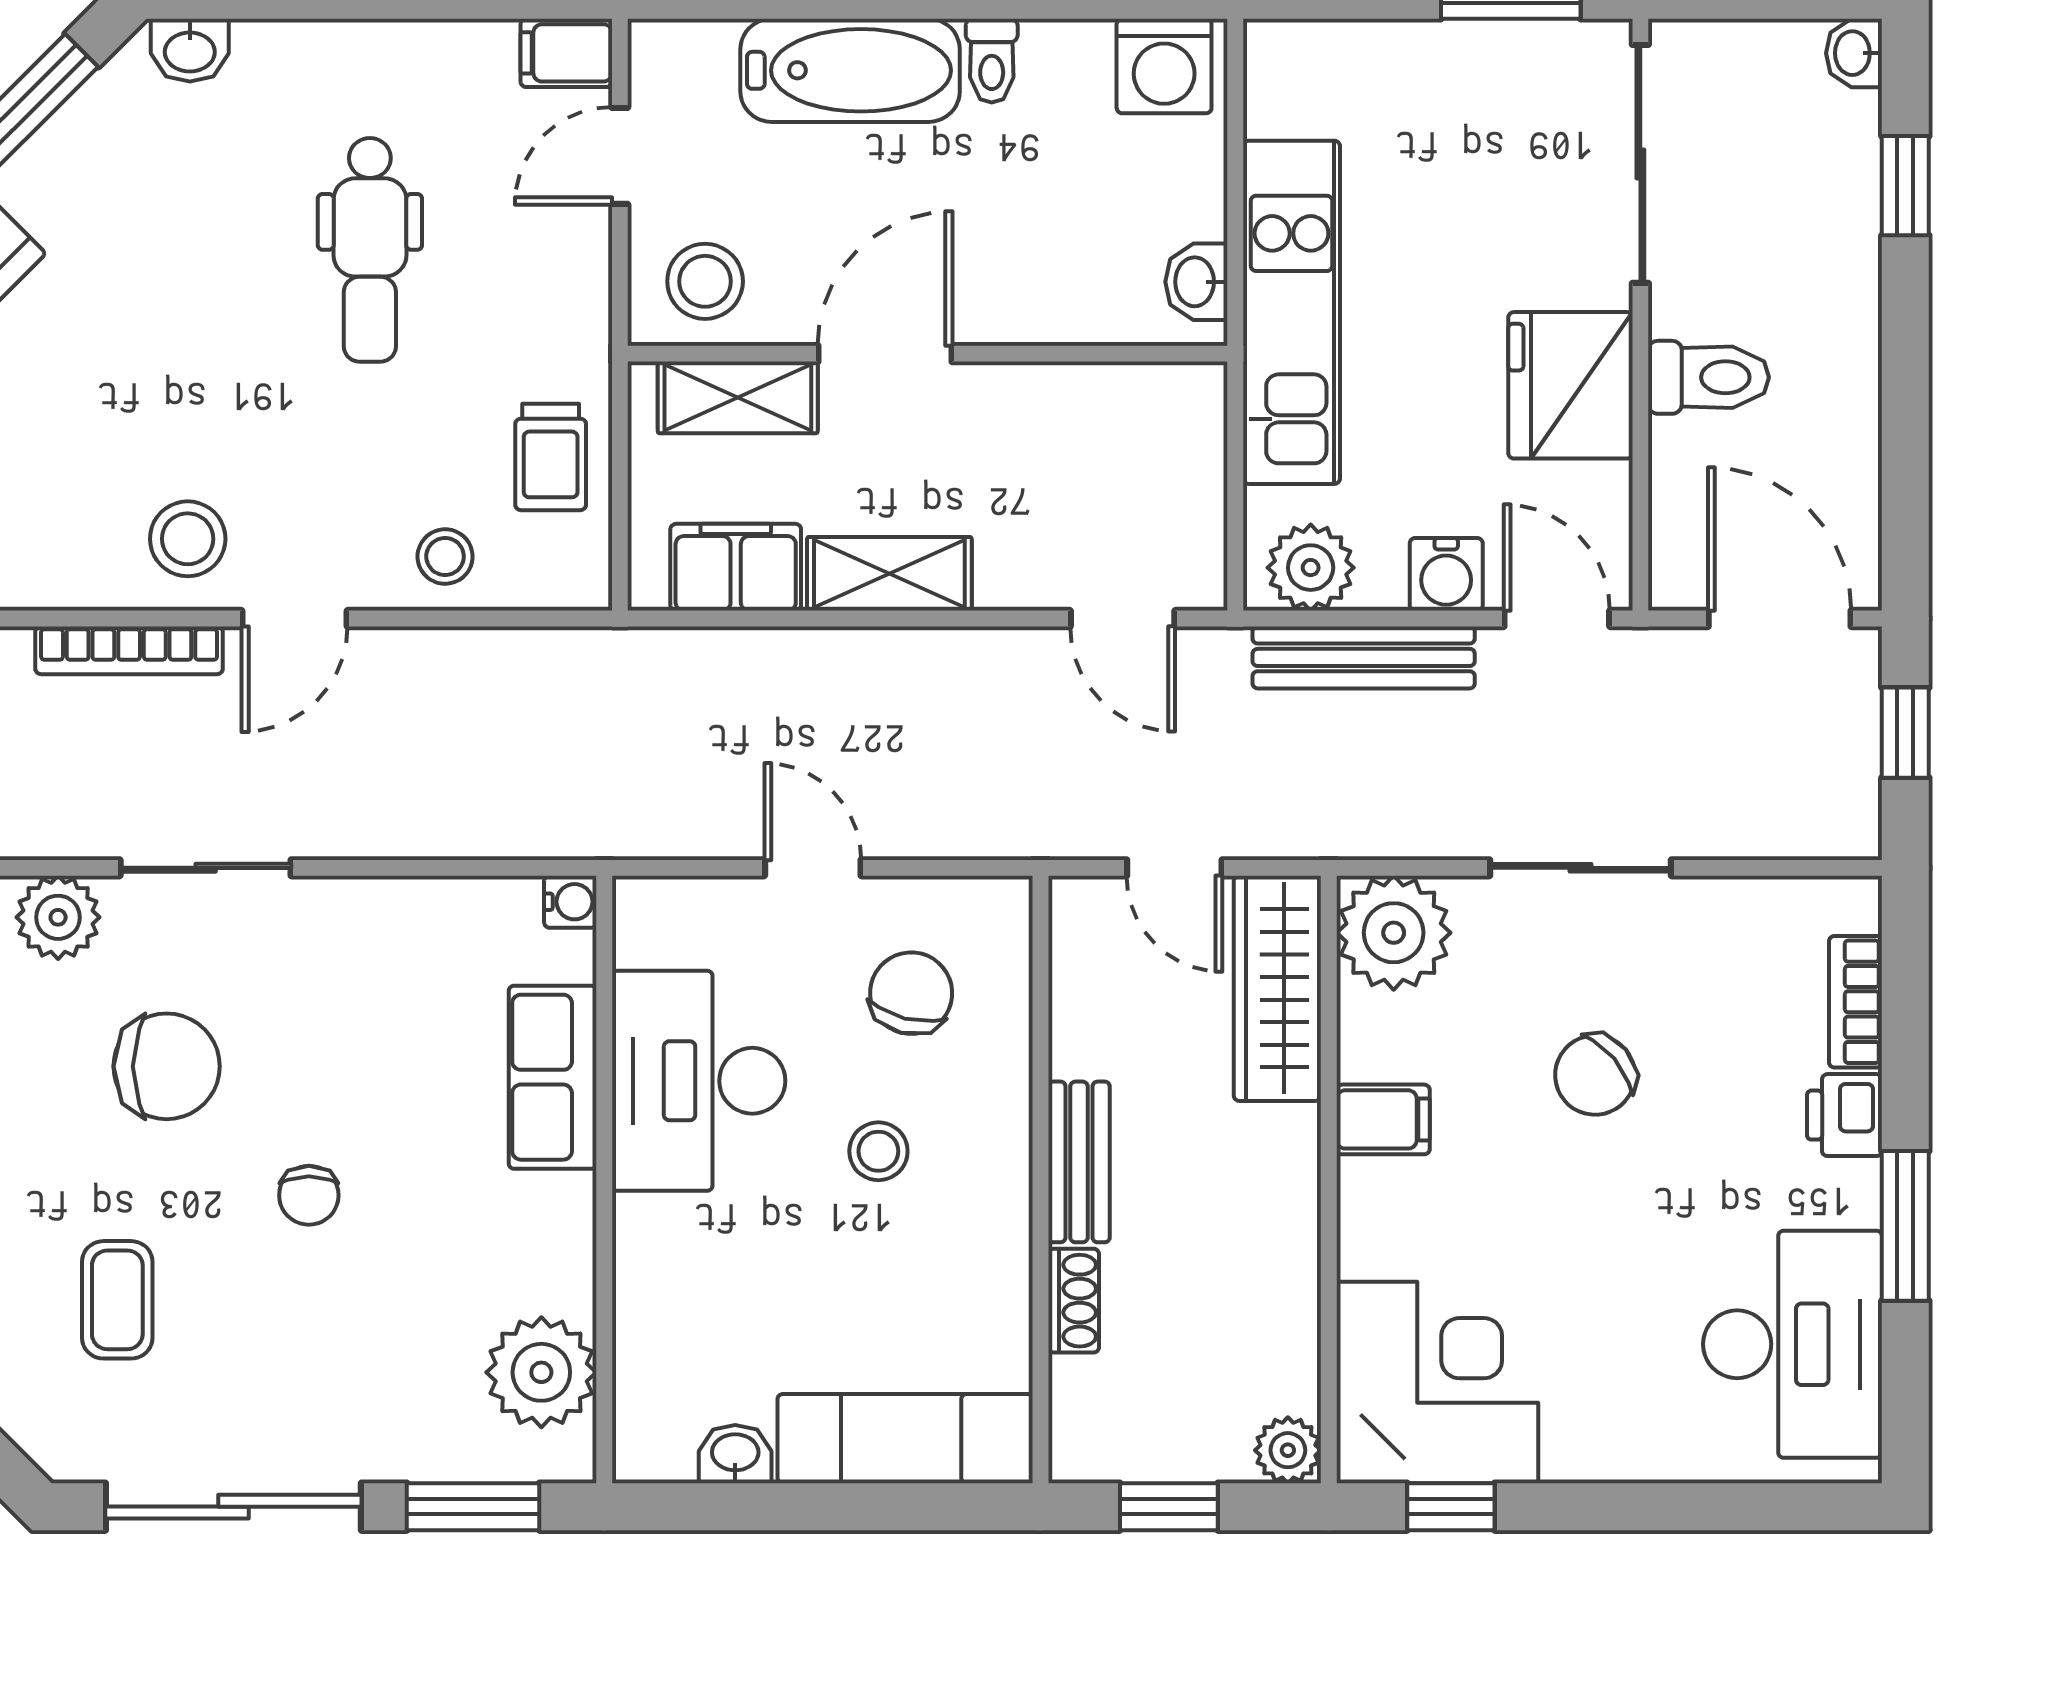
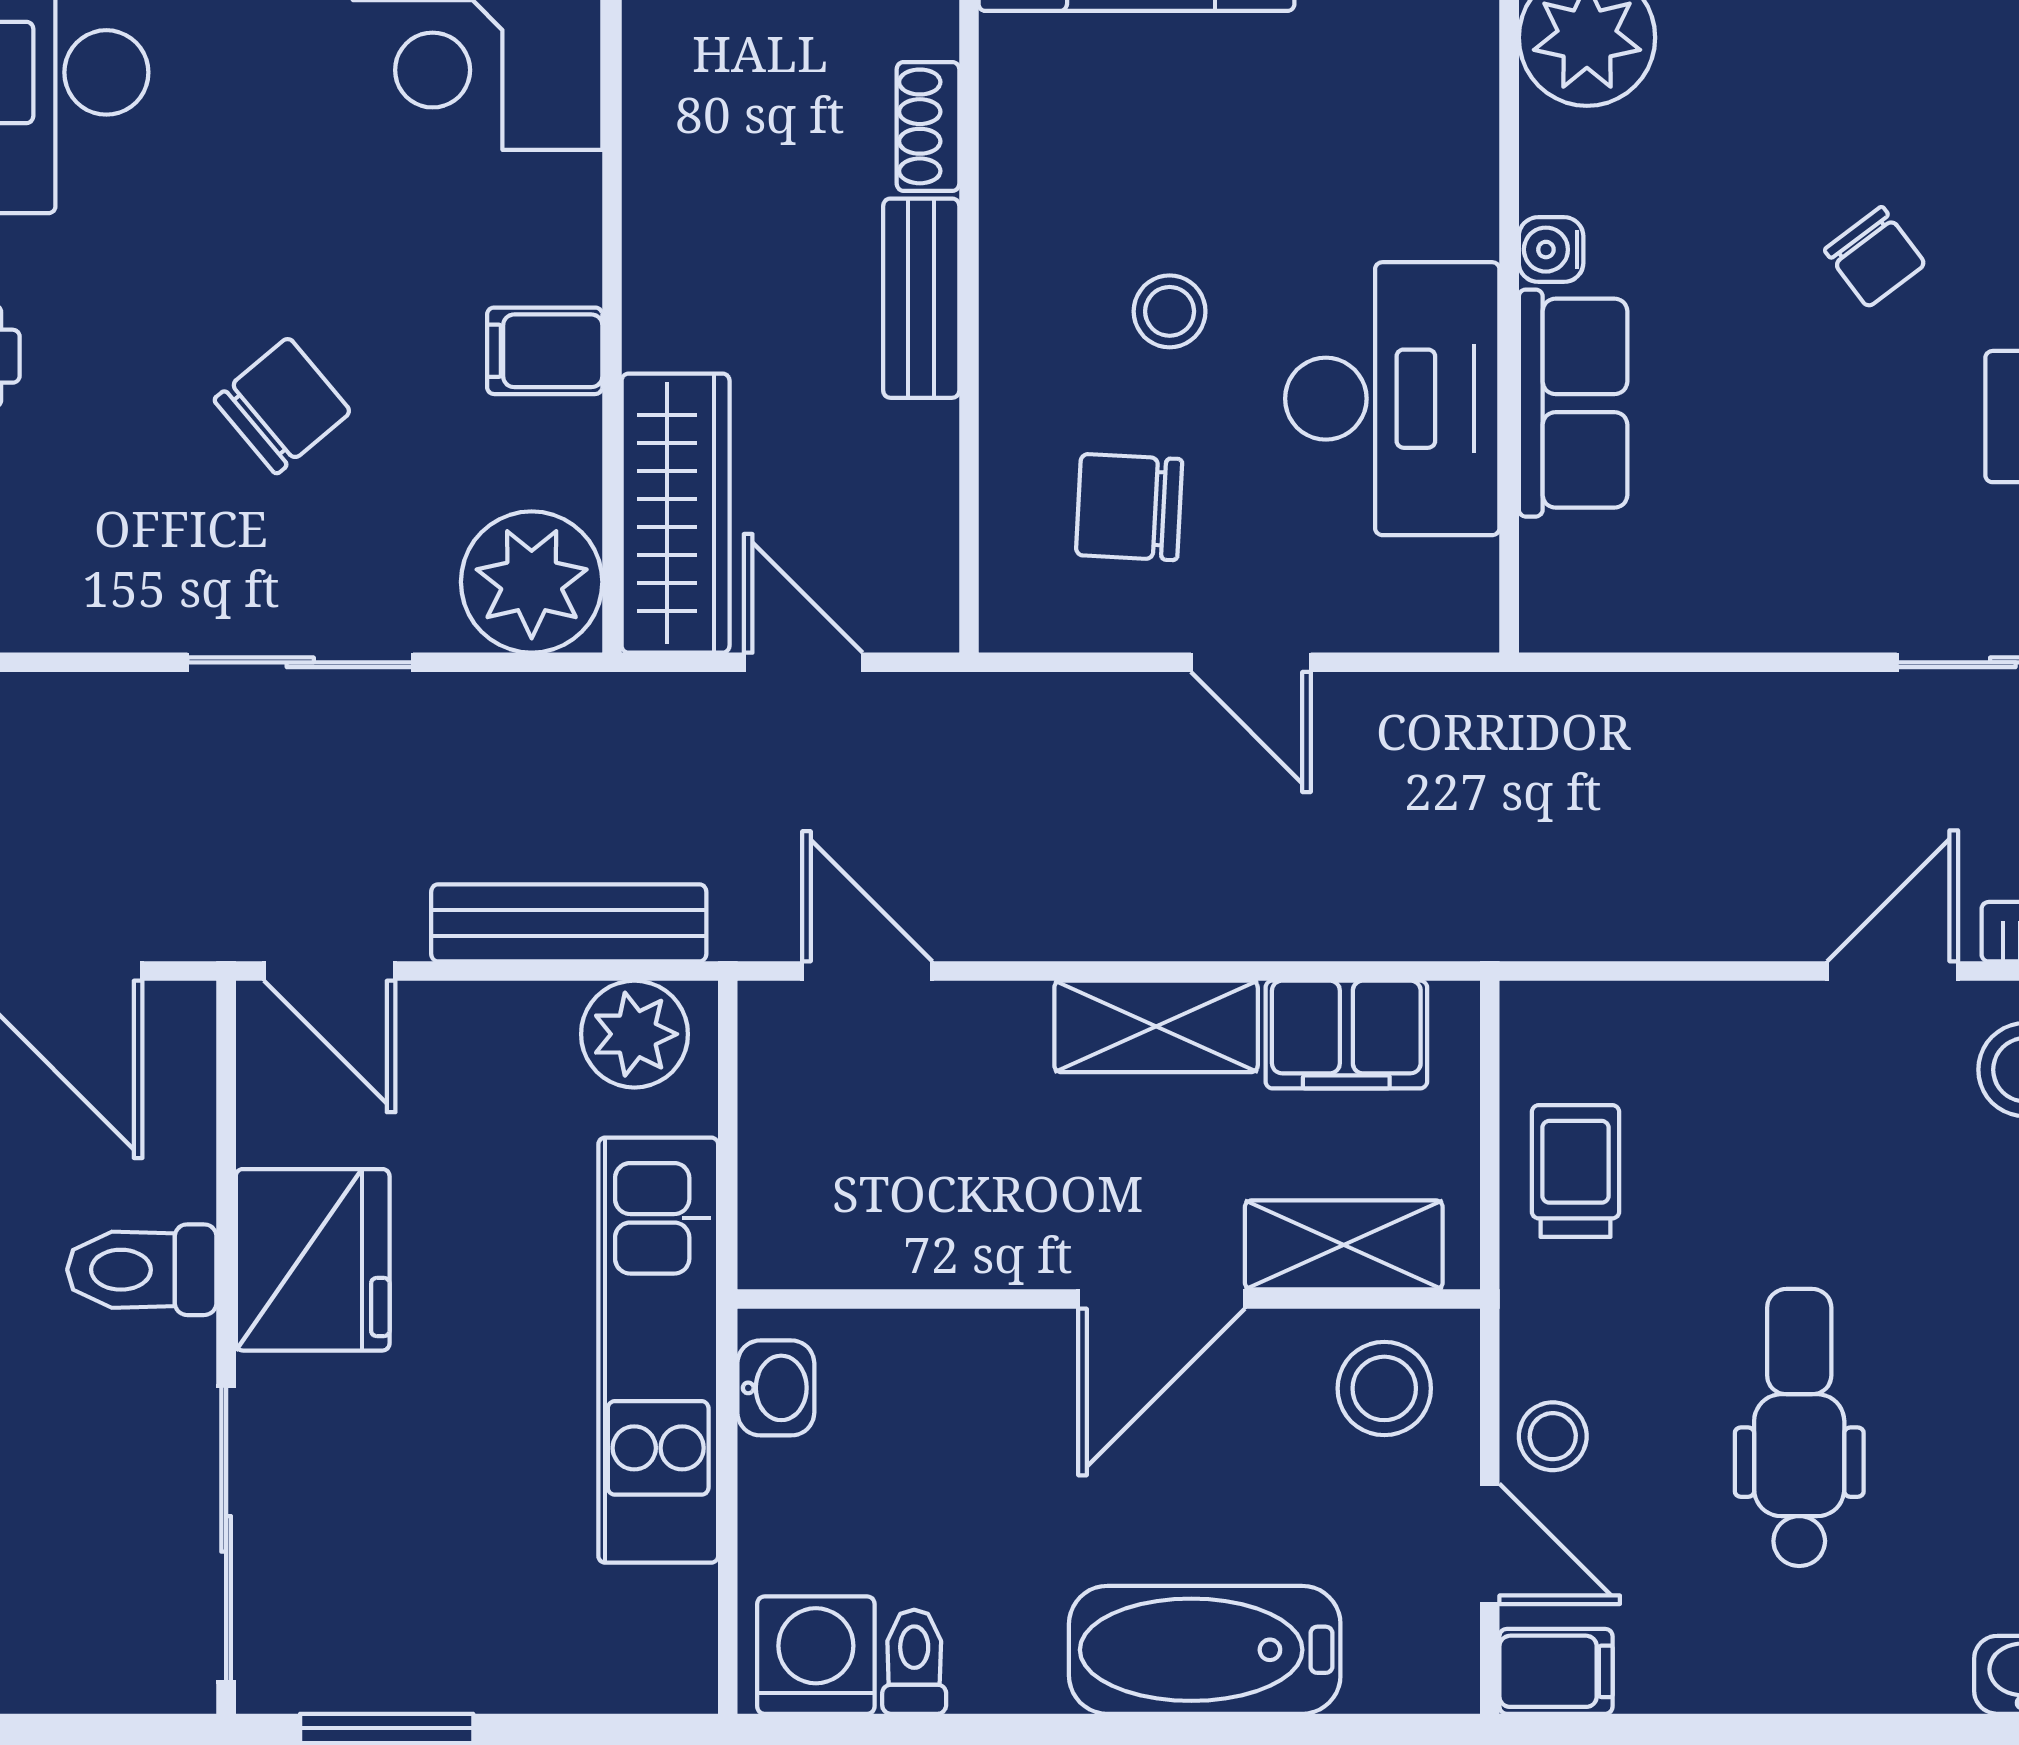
toilet: (992, 61) -> (914, 1662), moved
door: (620, 156) -> (1490, 1544), hinge flipped
stool: (445, 557) -> (1553, 1436), moved
water cooler: (1446, 574) -> (467, 1026), removed
water cooler: (570, 902) -> (1551, 250), moved
chair: (911, 993) -> (1129, 507), turned 79
chair: (309, 1195) -> (1875, 257), turned 143

